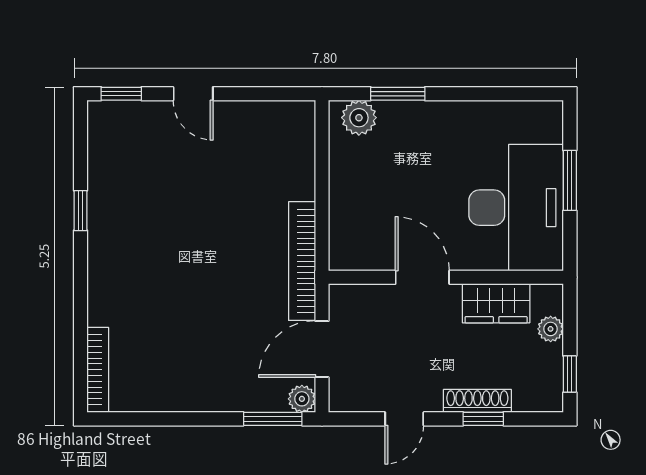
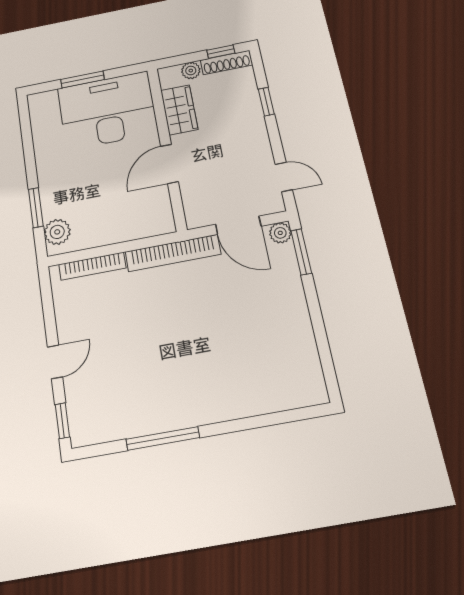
window: (81, 211) -> (163, 438), width x2.17
bookcase: (98, 370) -> (92, 266), moved, turned 180
shoe rack: (477, 401) -> (226, 63), moved, turned -90
door: (404, 419) -> (284, 177), moved

